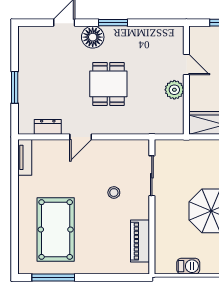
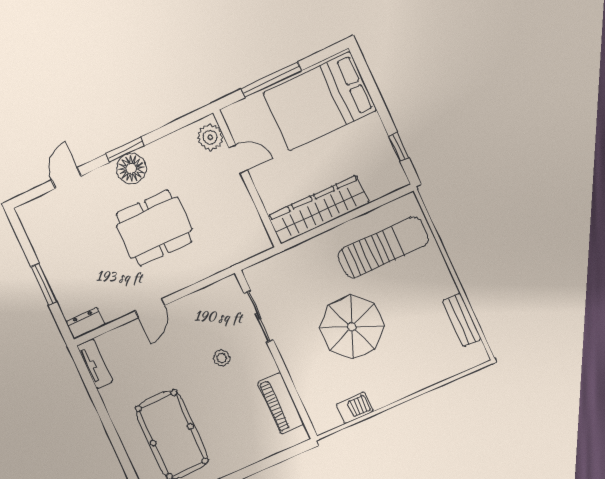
floor lamp: (93, 37) -> (131, 168), moved
dining table: (108, 84) -> (154, 228), width x1.38
plant: (174, 90) -> (210, 137), moved
dresser: (48, 127) -> (86, 323), moved

